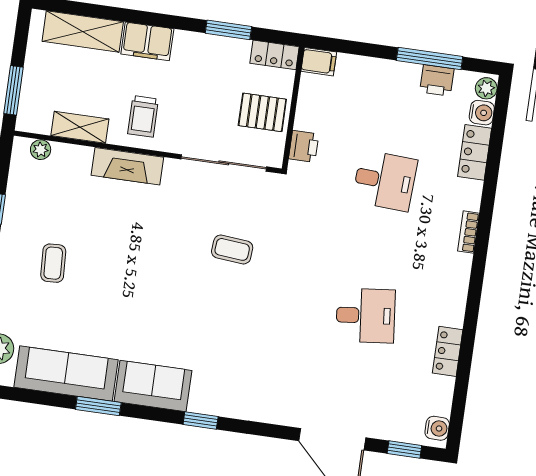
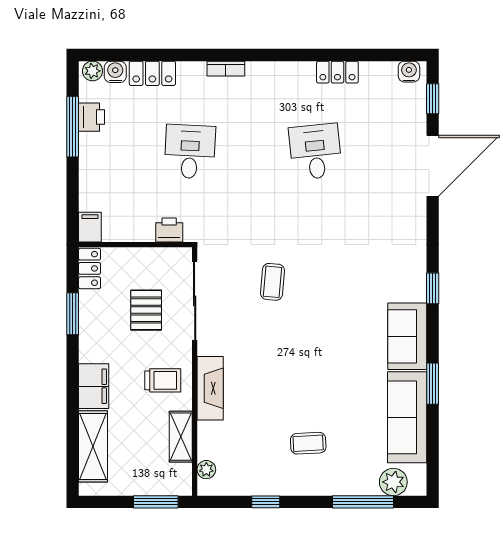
pallet: (262, 112) -> (146, 310), moved

